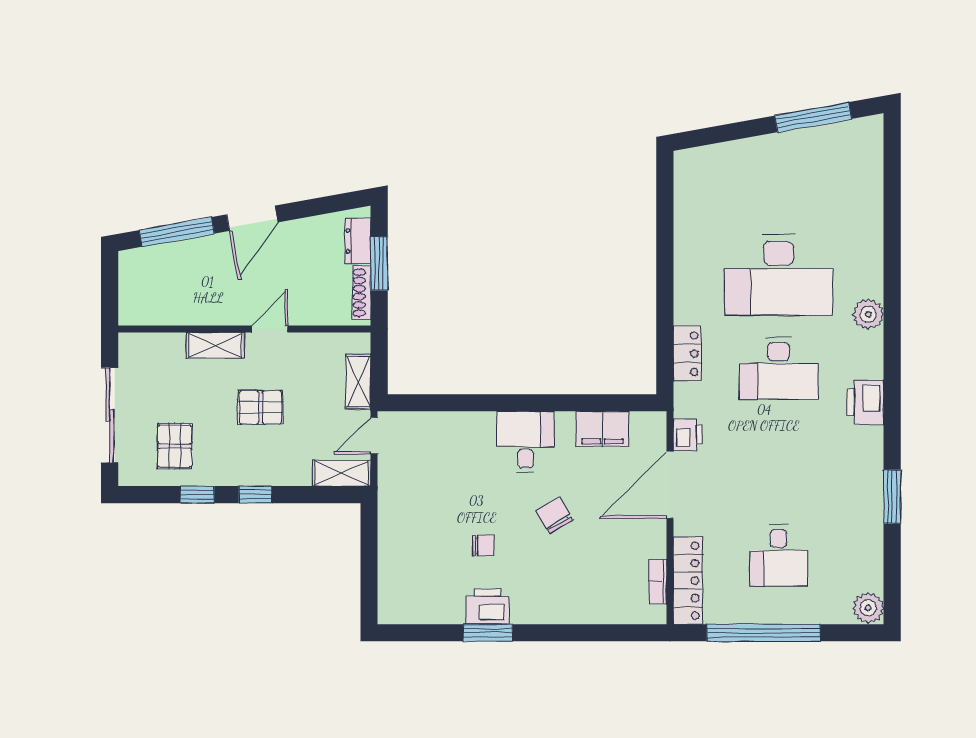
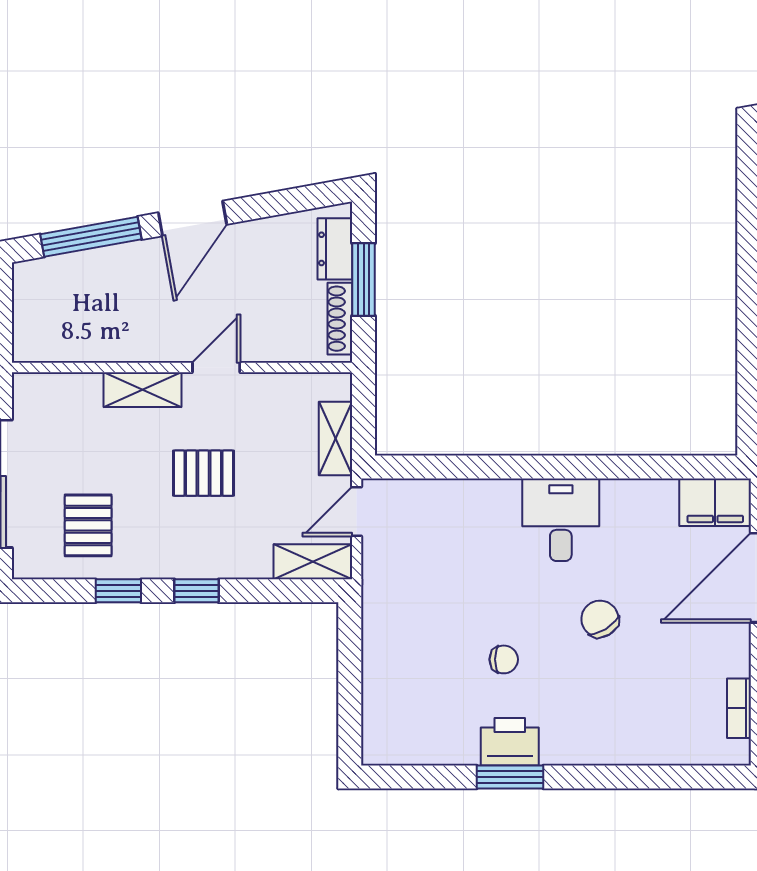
filing cabinet: (602, 429) -> (715, 502), moved

